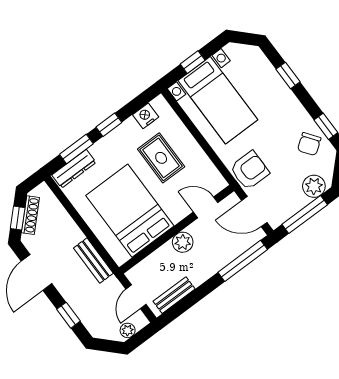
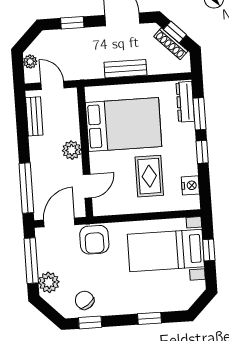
rug: (161, 158) -> (149, 176), turned 90
bench: (93, 261) -> (125, 69), moved

